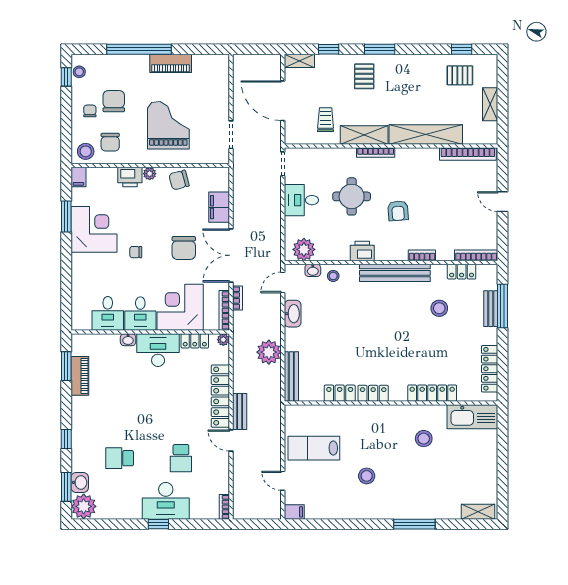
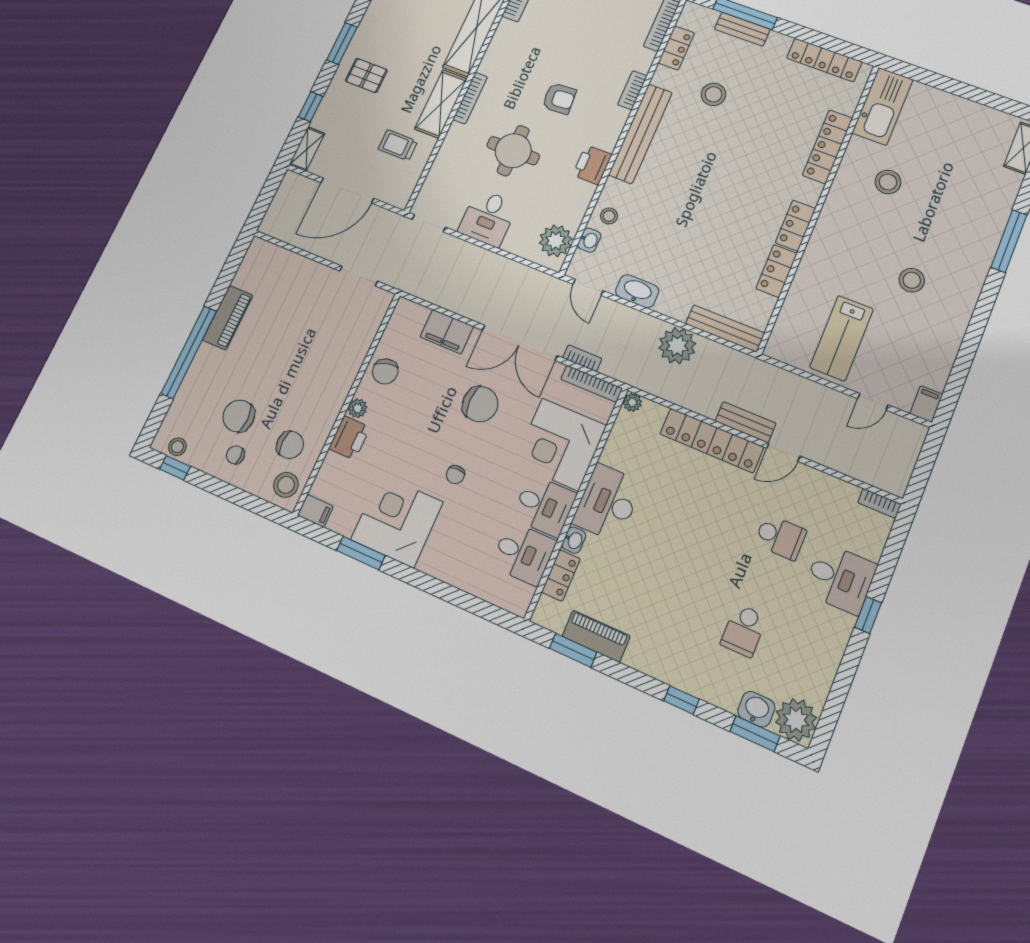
grand piano: (168, 125) -> (306, 355), removed
locker: (195, 341) -> (561, 575), moved
desk: (166, 501) -> (840, 578), width x0.73

